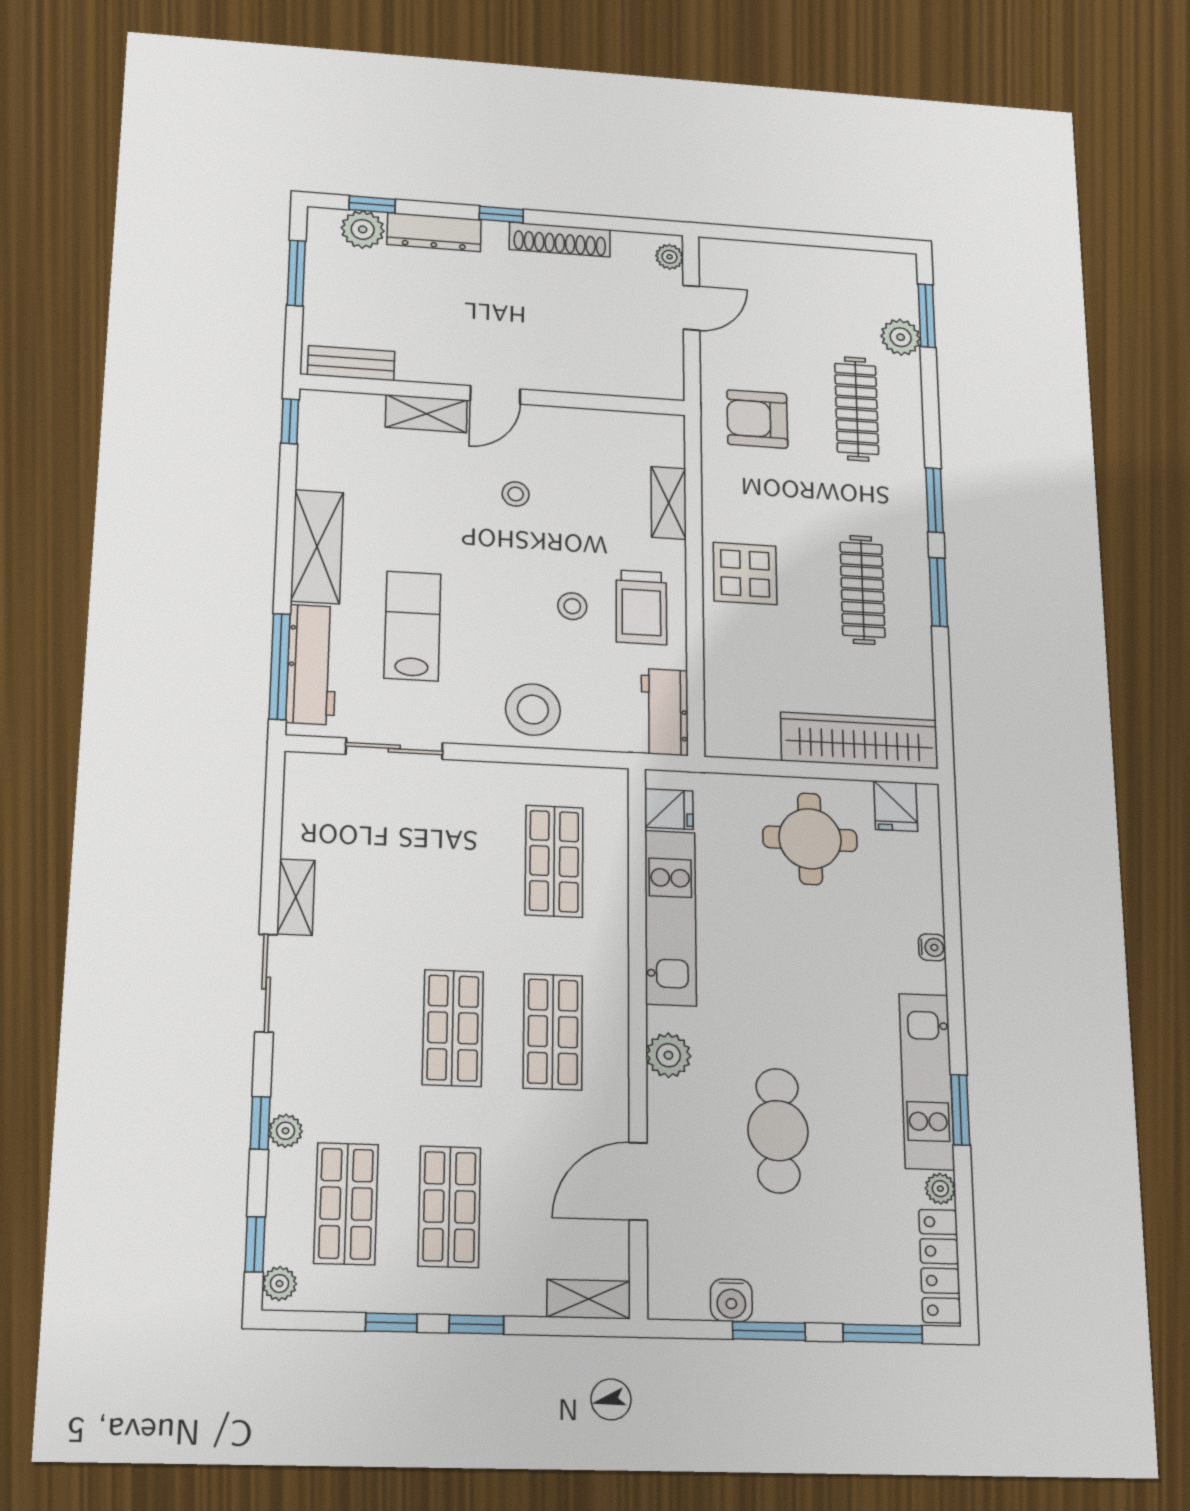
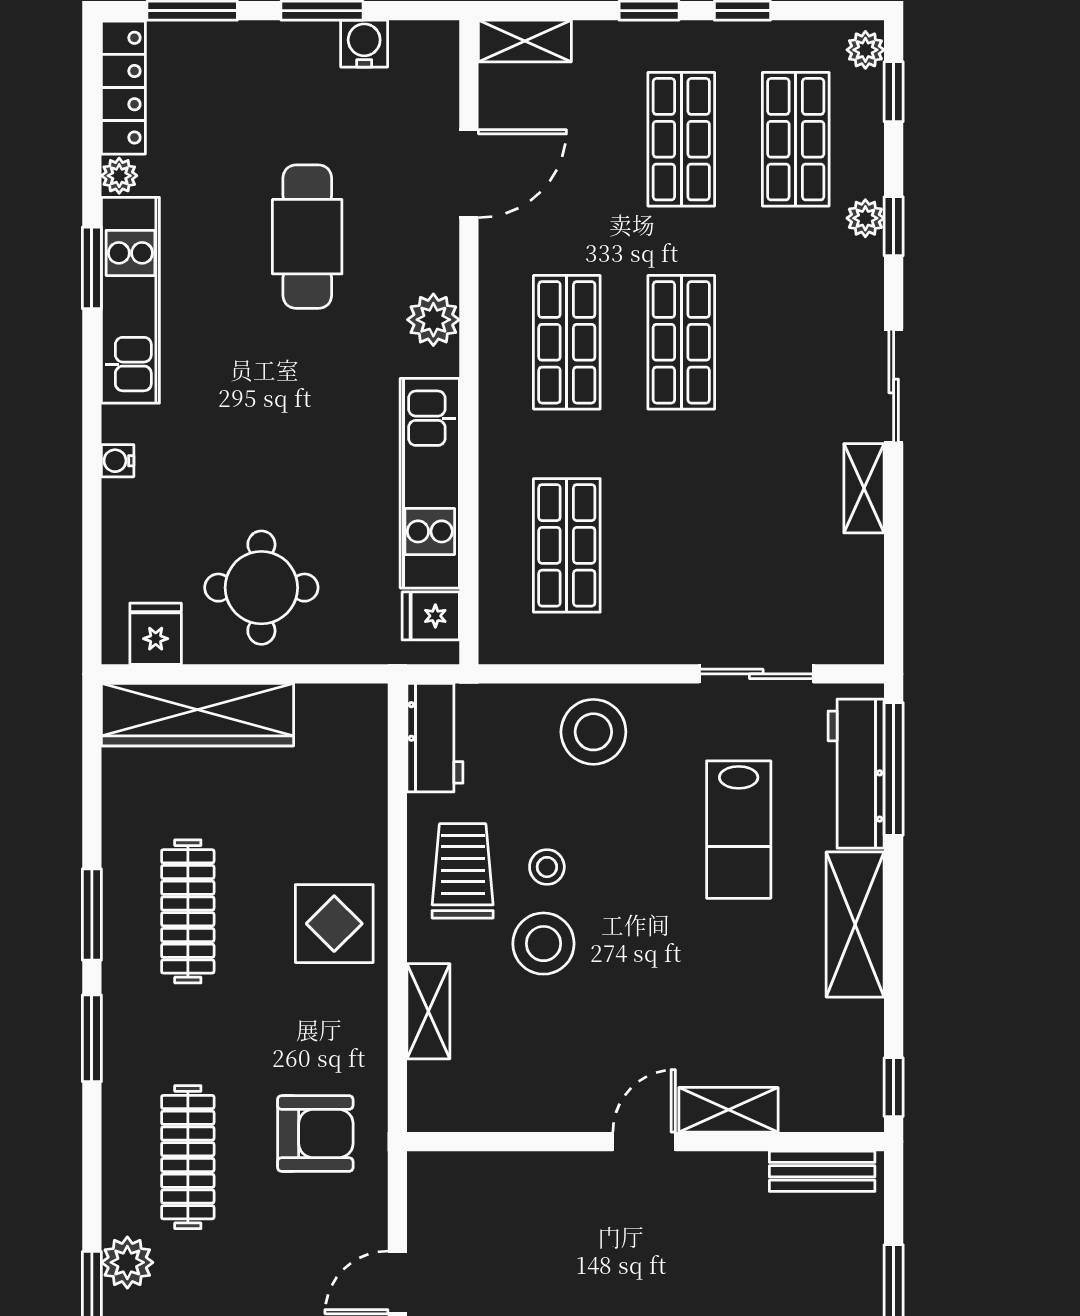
stool: (516, 494) -> (543, 944), moved, width x1.89, depth x1.89

